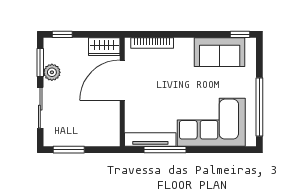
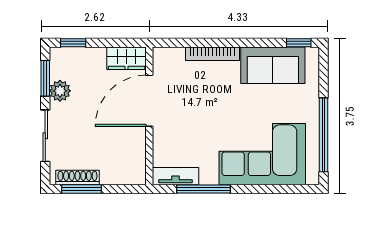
bookcase: (152, 43) -> (212, 54), moved
tv unit: (150, 139) -> (175, 176), width x0.71
shoe rack: (66, 141) -> (77, 178), added

